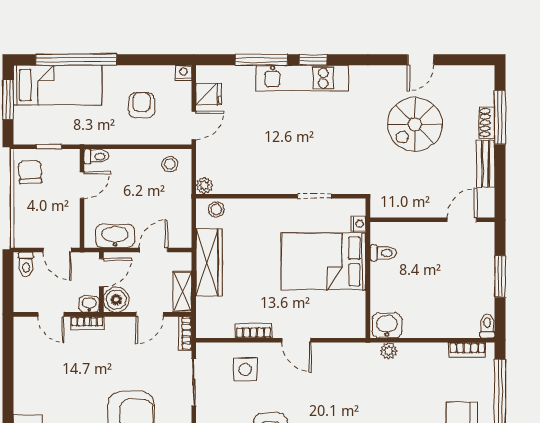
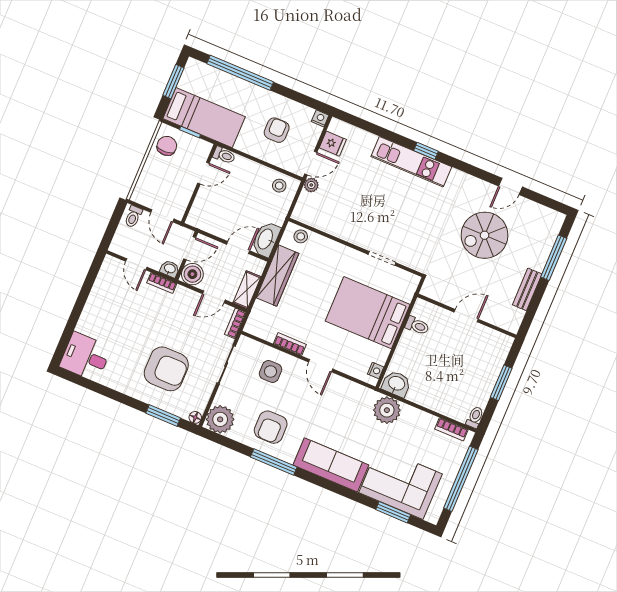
window: (261, 60) -> (385, 134), removed
bed: (58, 85) -> (204, 118), moved
shoe rack: (487, 123) -> (542, 258), removed
plant: (204, 185) -> (311, 185), moved
door: (462, 220) -> (466, 316), moved
nightstand: (358, 224) -> (376, 370), moved
washbasin: (115, 236) -> (266, 239), moved, turned -90
plant: (389, 351) -> (387, 410), width x1.88, depth x1.88

